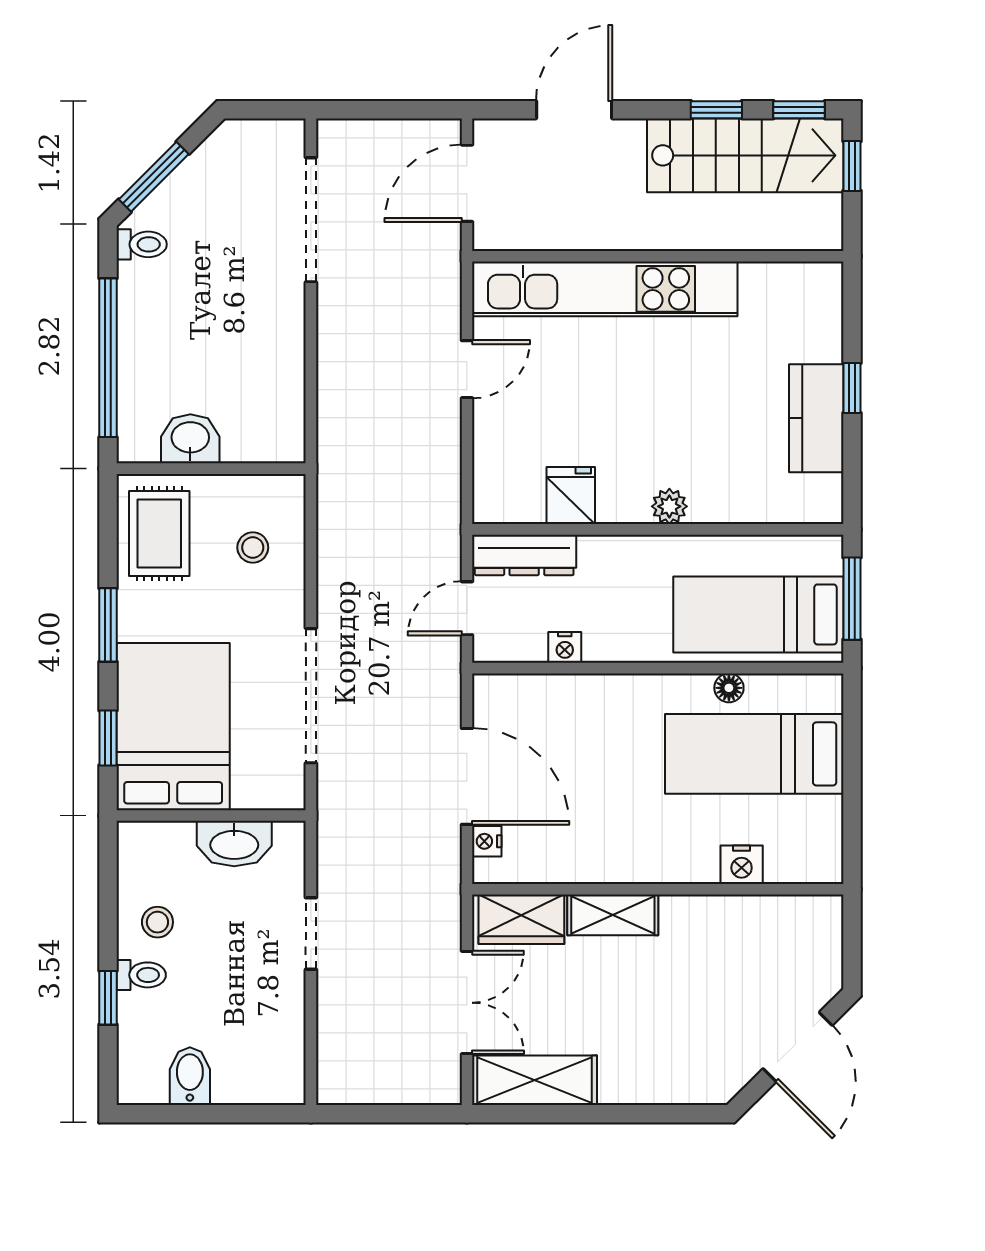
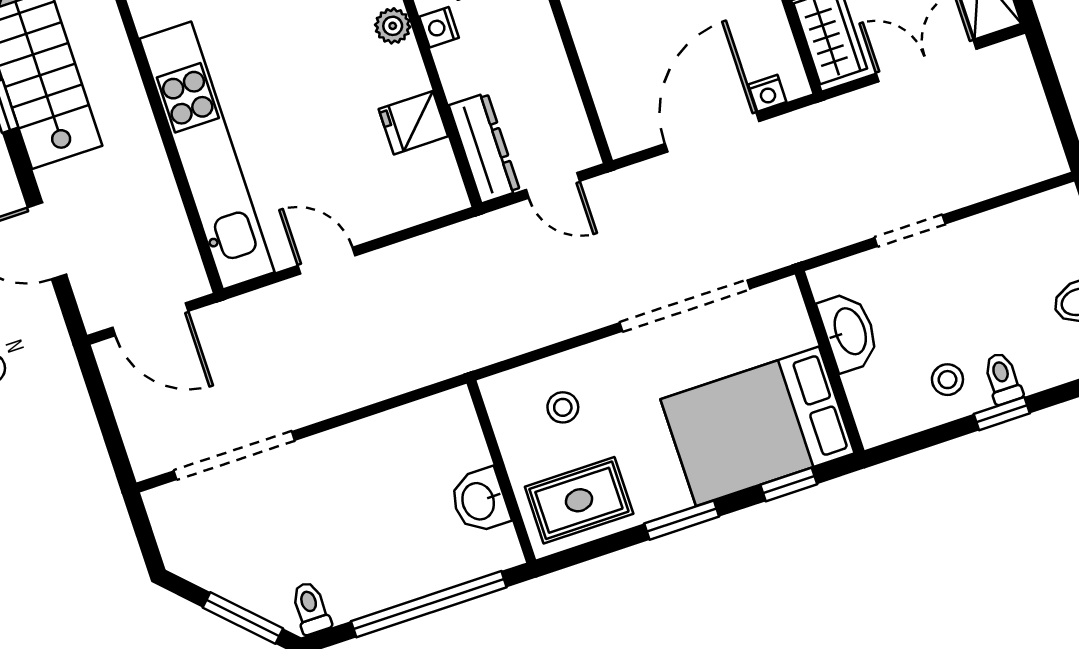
nightstand: (565, 647) -> (439, 27), moved, turned 180
window: (108, 998) -> (1002, 414), moved

